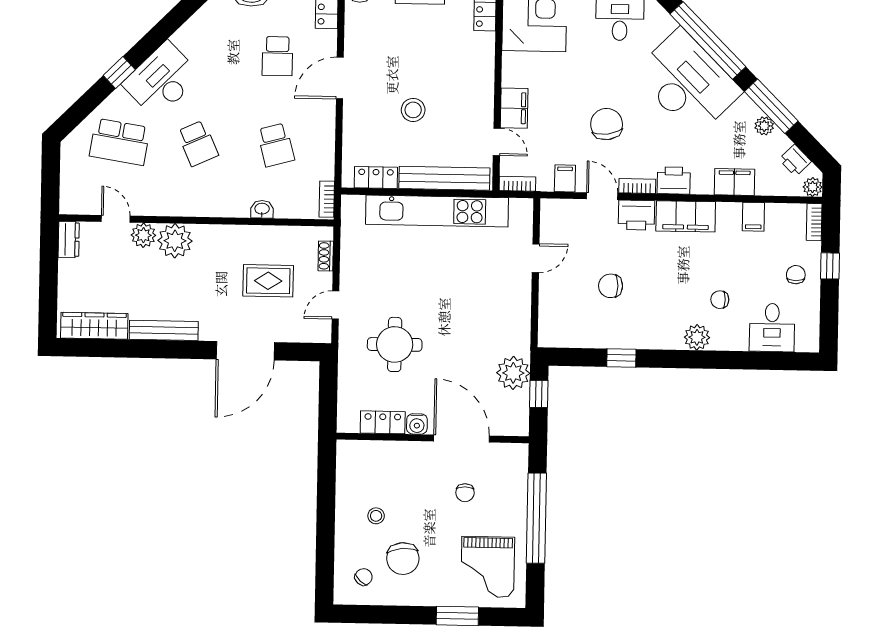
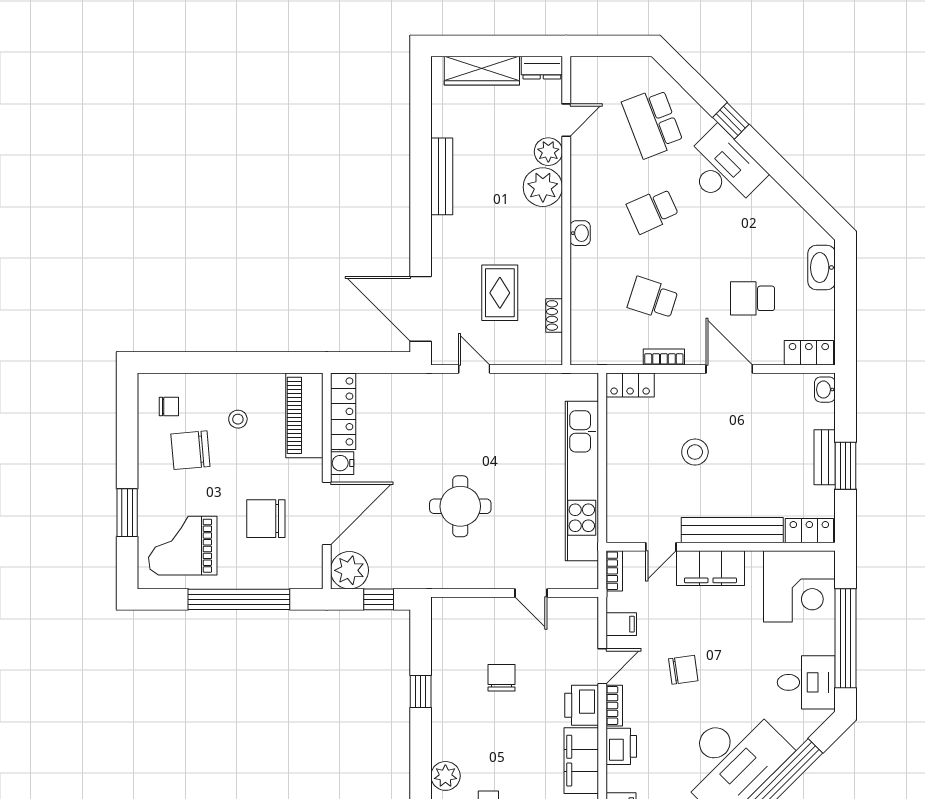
filing cabinet: (514, 108) -> (710, 568), width x1.50, depth x1.17
chair: (607, 124) -> (683, 670), width x0.73, depth x0.73
school desk: (120, 142) -> (653, 123), turned -30
school desk: (276, 145) -> (653, 298), turned 33
locker: (376, 177) -> (630, 385), moved, turned 90
bench: (444, 178) -> (732, 530), moved, turned 90
bookcase: (327, 199) -> (664, 357), moved
washbasin: (262, 209) -> (580, 233), moved
shoe rack: (326, 256) -> (554, 315), moved, turned -90
wardrobe: (94, 326) -> (482, 71), moved, turned 90
round table: (395, 344) -> (460, 506), moved
door: (245, 351) -> (421, 309), moved
plant: (513, 373) -> (349, 570), moved
locker: (383, 422) -> (343, 411), width x1.53
piano: (374, 457) -> (304, 415), added
chair: (465, 493) -> (266, 519), width x1.87, depth x1.87
chair: (364, 577) -> (169, 406), turned -42

